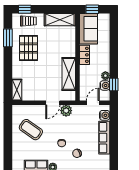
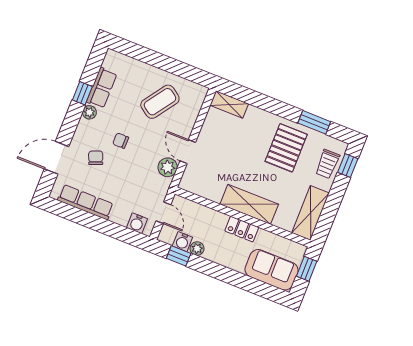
sofa: (88, 29) -> (272, 270), moved, turned 180
pallet: (29, 48) -> (286, 148), turned 90
shelving: (69, 74) -> (249, 204), moved
row of seats: (104, 138) -> (86, 202), moved

